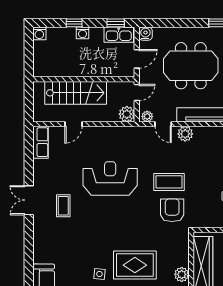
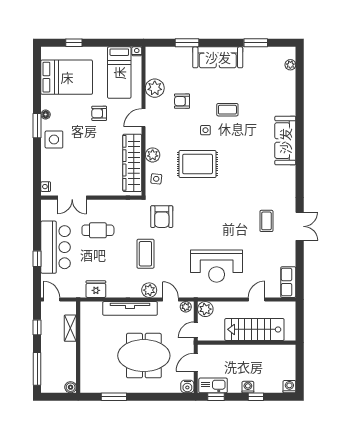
reception desk: (110, 179) -> (217, 266), moved
coffee table: (169, 182) -> (145, 254), moved, turned 90
side table: (99, 274) -> (156, 179), moved

